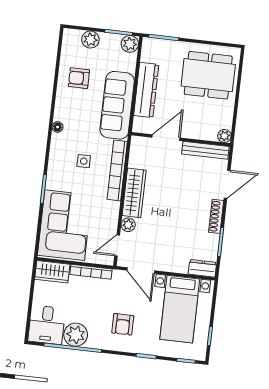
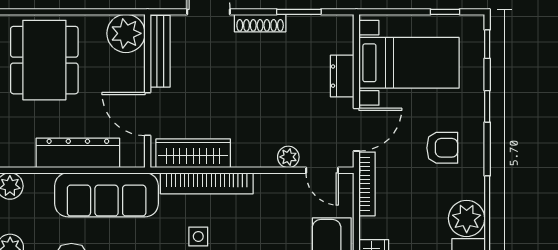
plant: (224, 136) -> (126, 33), width x1.88, depth x1.88
wardrobe: (134, 193) -> (193, 153), moved
dresser: (202, 268) -> (342, 76), moved
bookcase: (91, 272) -> (367, 184), moved

